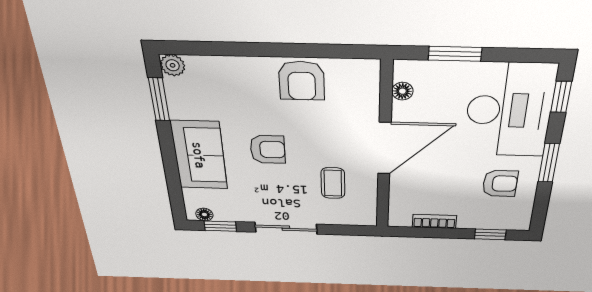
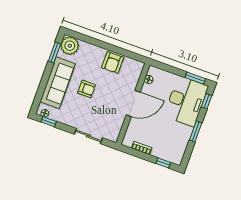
window: (455, 54) -> (195, 78), moved
plant: (173, 65) -> (70, 46), width x1.88, depth x1.88
sofa: (199, 155) -> (58, 83), width x1.36
coffee table: (333, 183) -> (106, 114), removed
armchair: (500, 183) -> (174, 136), removed
sliding door: (286, 228) -> (88, 136), moved

